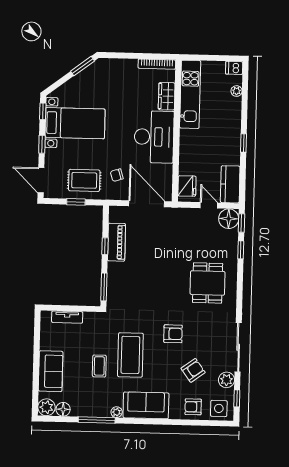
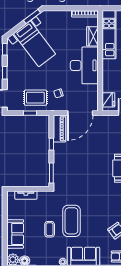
bed with nightstands: (75, 123) -> (35, 44), moved, turned 53
door: (147, 204) -> (80, 113), swing flipped
piano: (116, 242) -> (59, 129), moved
armchair: (173, 334) -> (101, 205), removed

